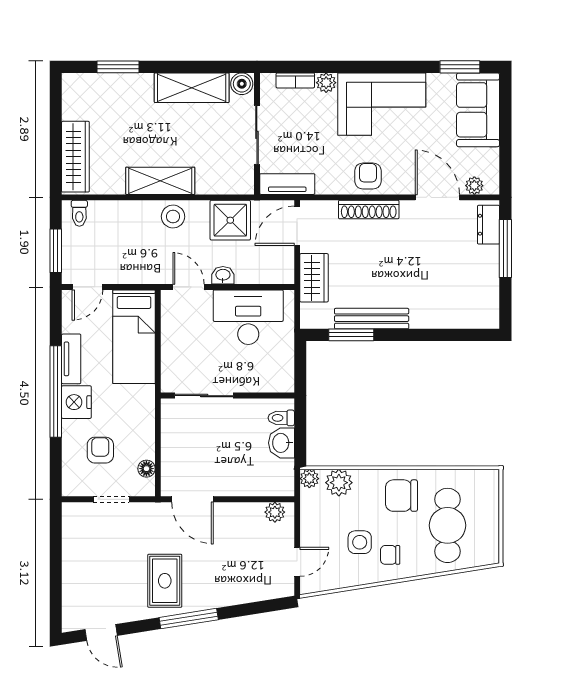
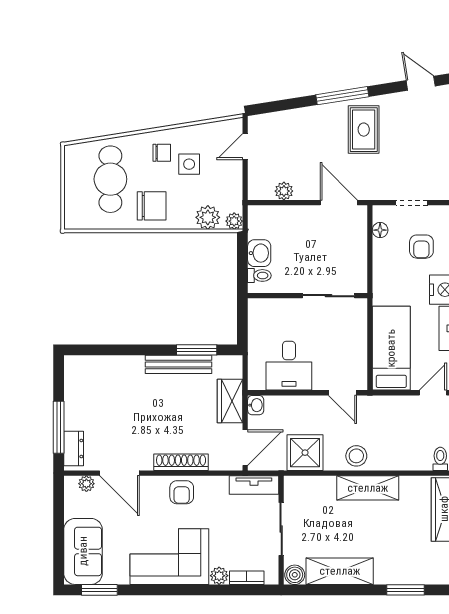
washbasin: (223, 275) -> (256, 405), moved, turned -90
desk: (248, 317) -> (289, 366), width x0.73
plant: (275, 512) -> (284, 191), moved

